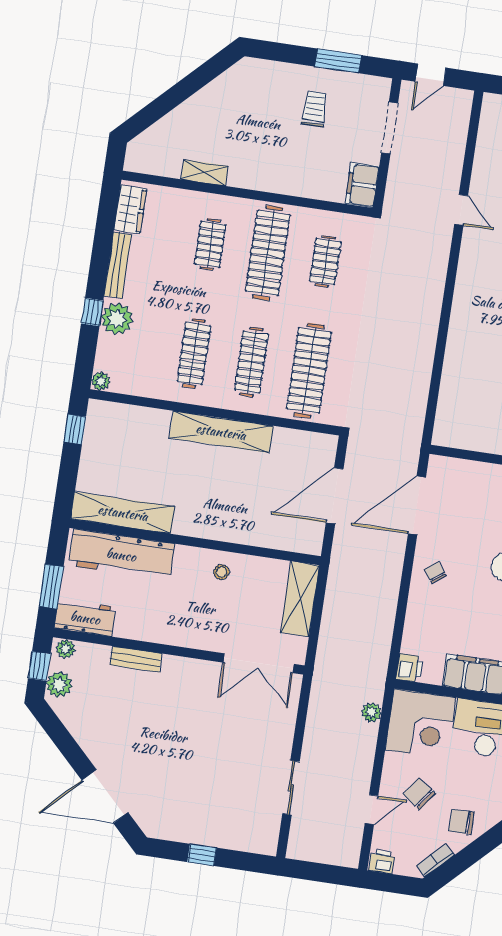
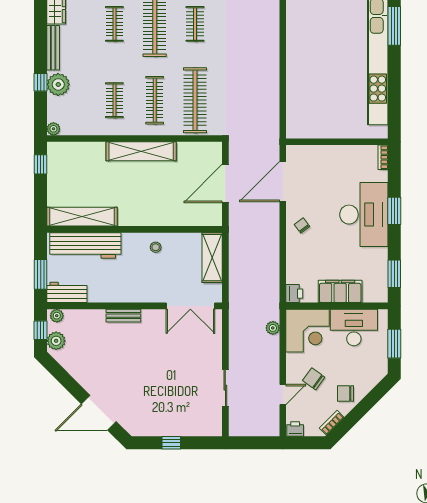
clothes rail: (194, 353) -> (114, 100), width x0.73
bench: (136, 659) -> (123, 316), moved

